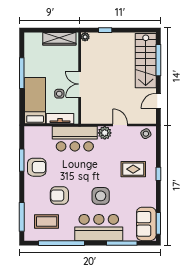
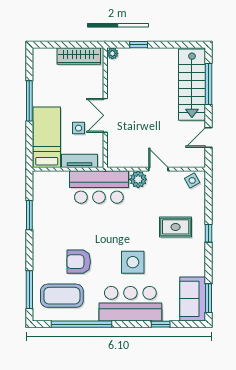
armchair: (37, 167) -> (49, 224), removed
coffee table: (47, 221) -> (62, 296), width x1.36, depth x1.32
window: (122, 243) -> (161, 324), width x0.46

